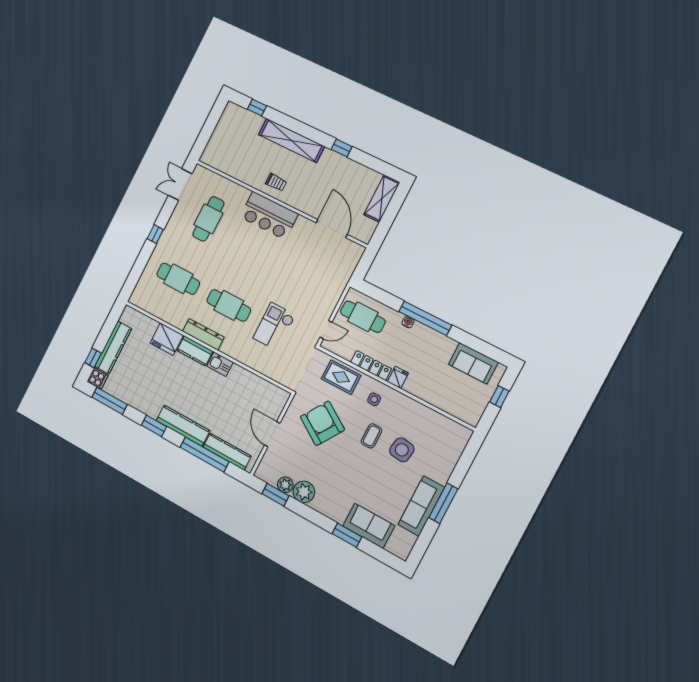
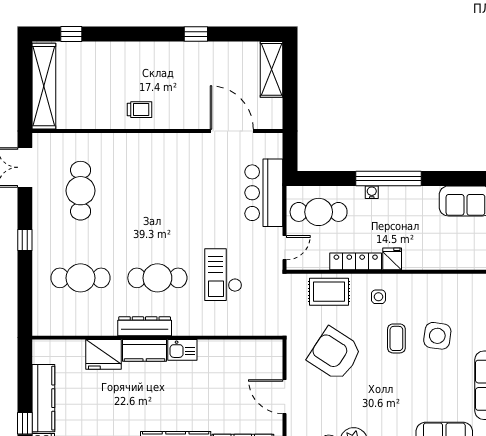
shelving: (291, 140) -> (44, 86), moved, turned 90
bar counter: (269, 215) -> (264, 193), moved, turned 90

